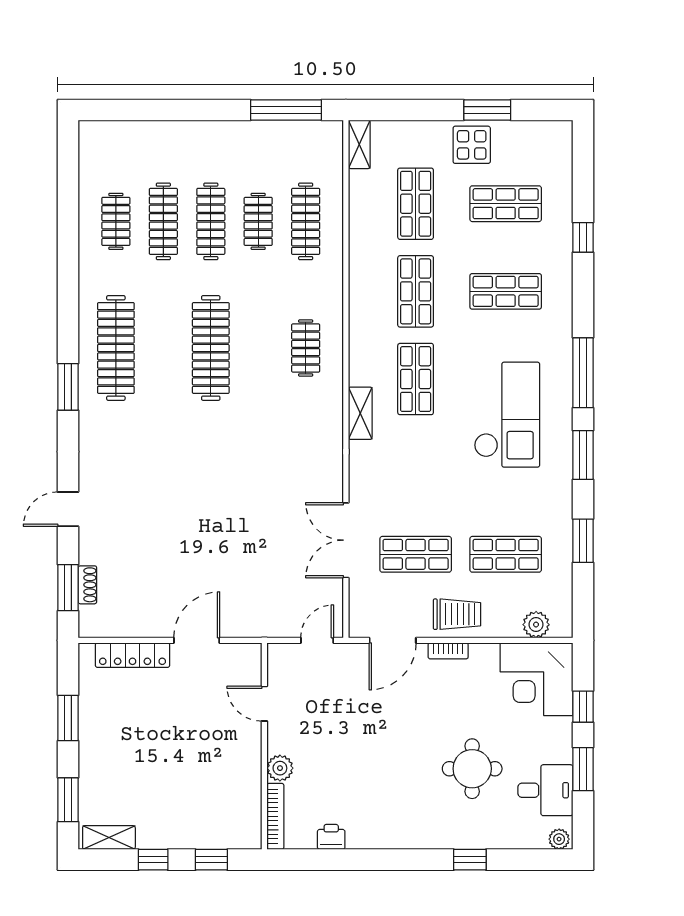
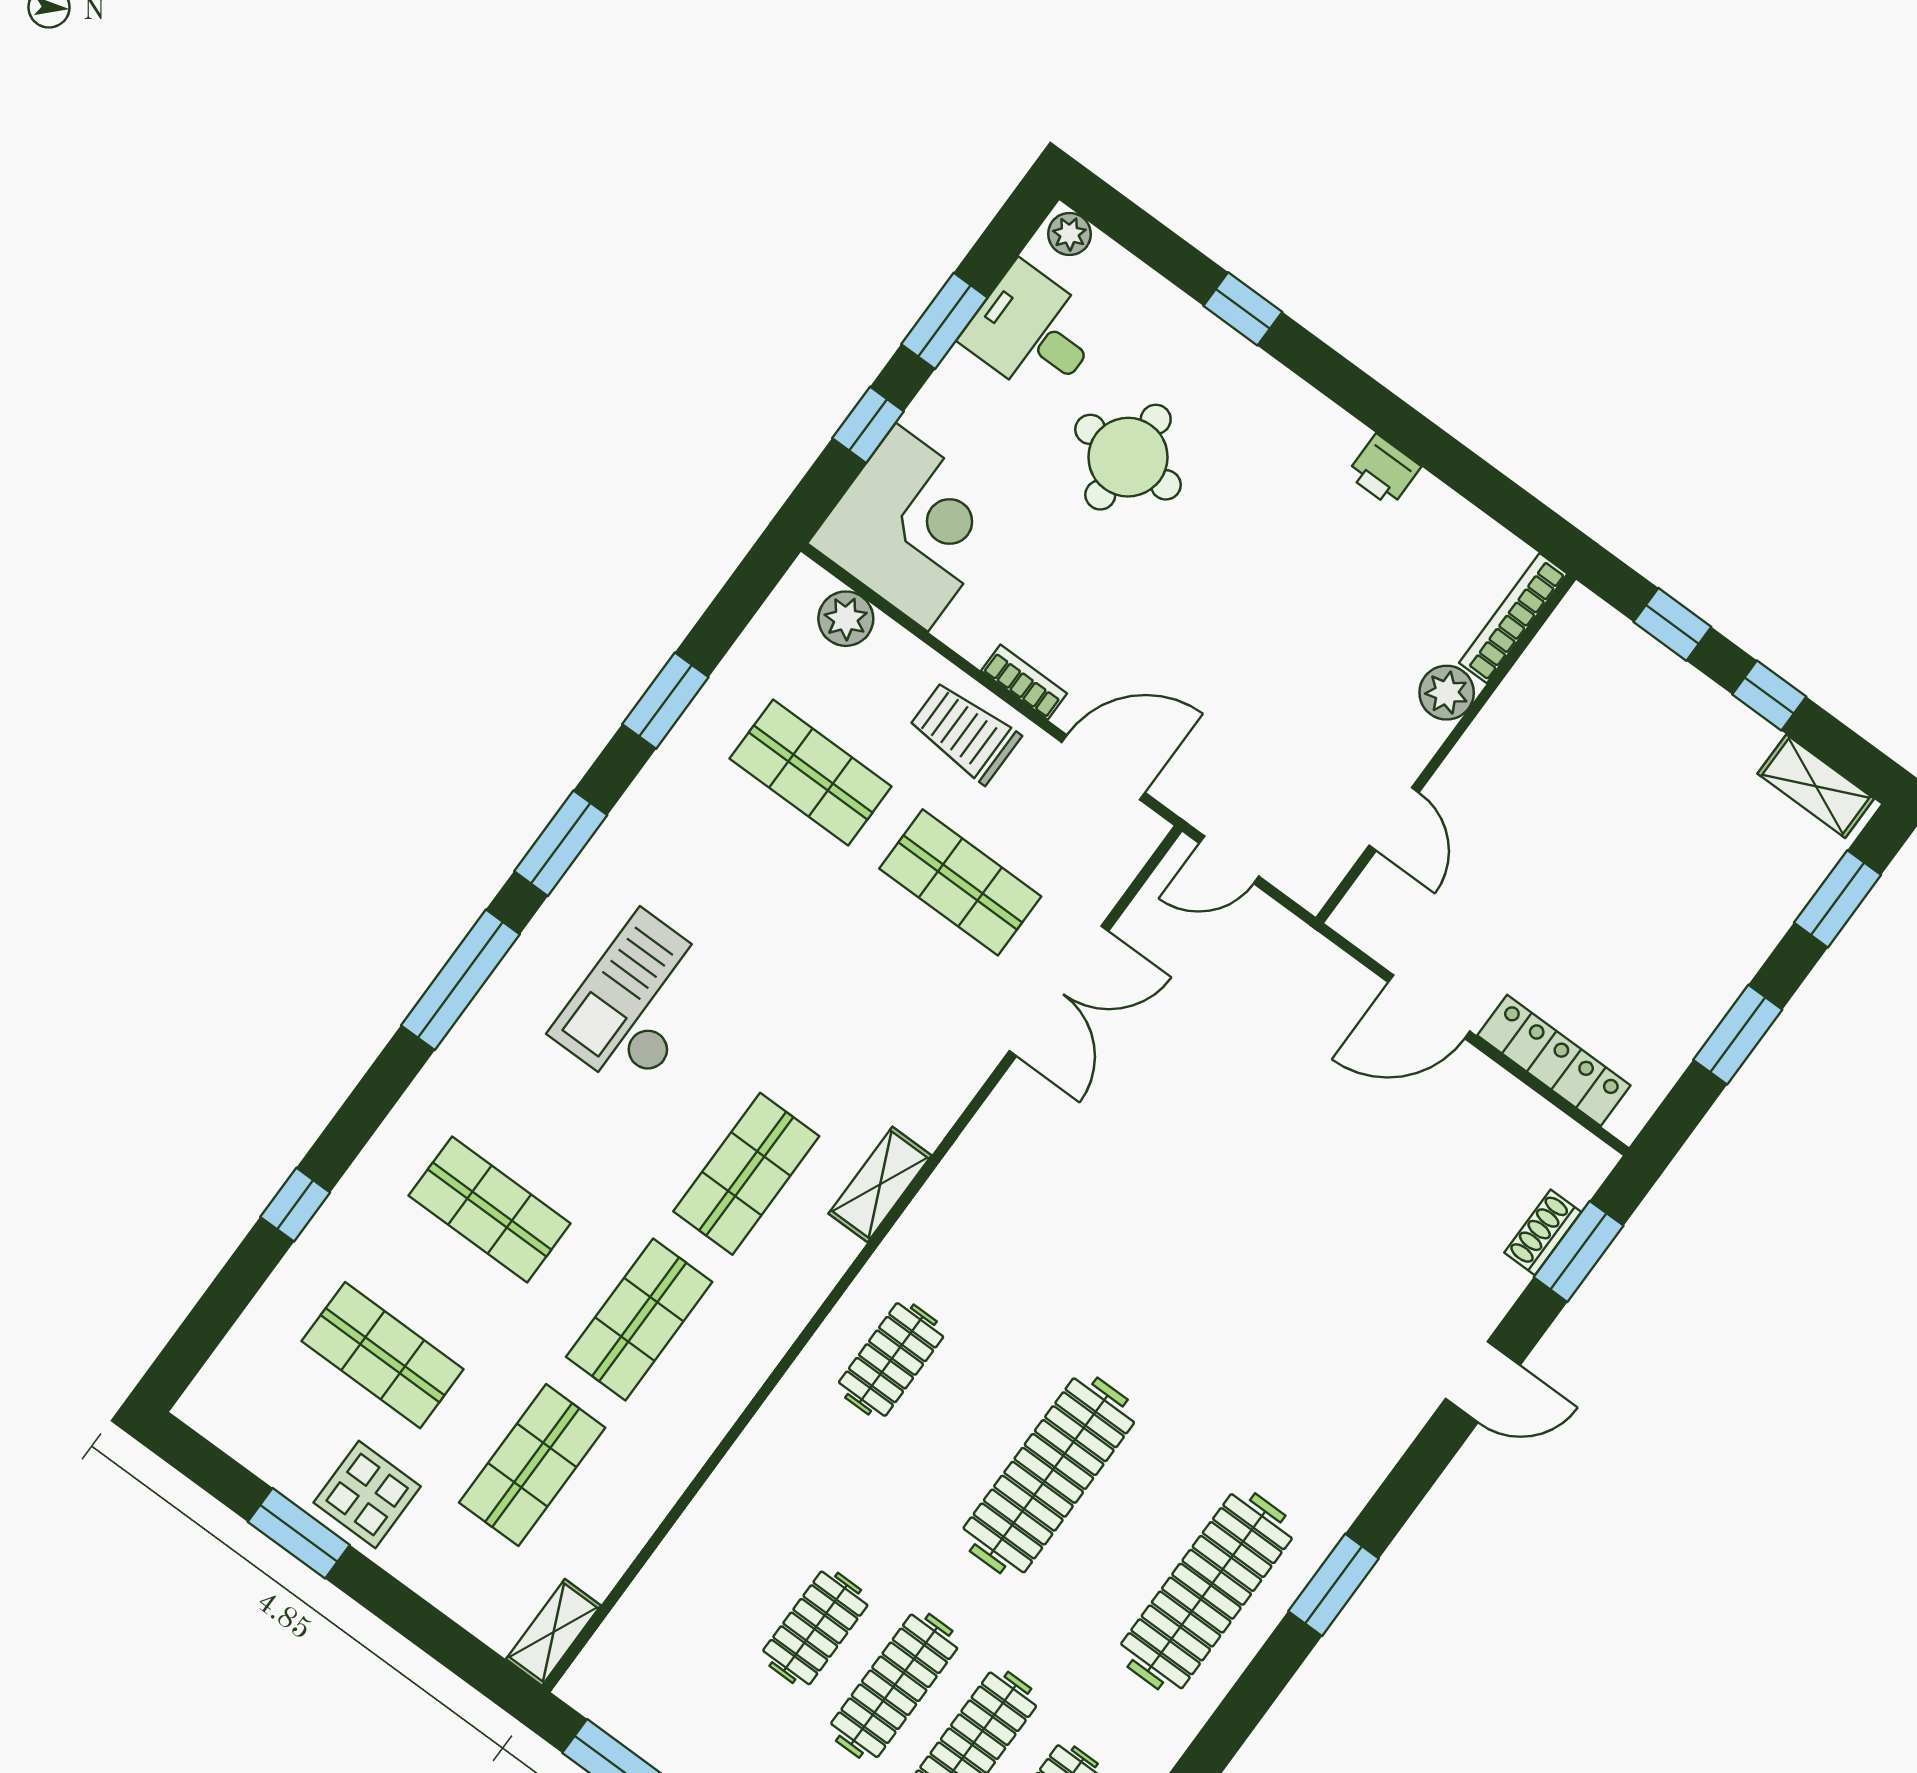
clothes rail: (306, 221) -> (736, 1570), removed
checkout: (507, 415) -> (638, 1003), width x0.73, depth x0.83
printer: (331, 837) -> (1384, 470), moved

